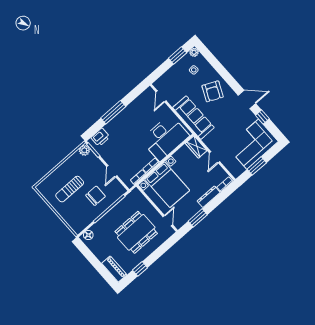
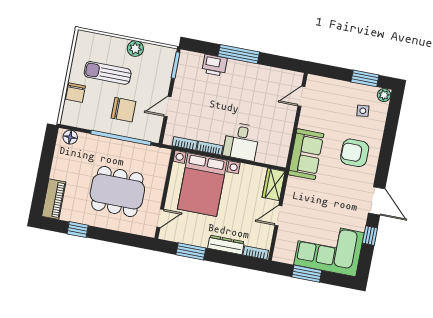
armchair: (213, 91) -> (355, 153), turned 65
sofa: (193, 118) -> (306, 154), width x0.73
printer: (101, 137) -> (214, 65), moved
desk: (165, 138) -> (241, 141), width x0.53, depth x0.77
plant: (84, 150) -> (135, 49), moved
chair: (67, 214) -> (76, 93), added

